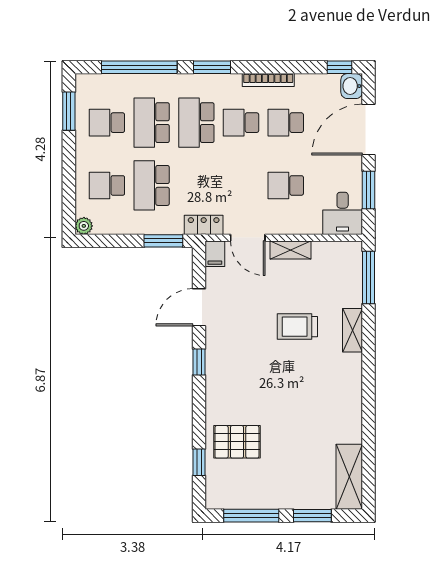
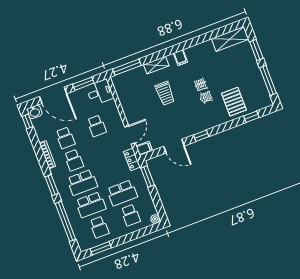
shelving: (291, 250) -> (128, 111), removed
filing cabinet: (350, 378) -> (180, 58), added

